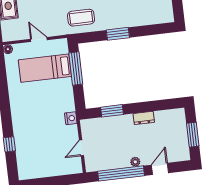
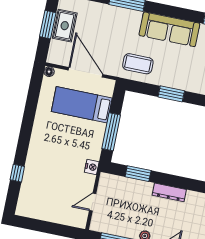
door: (39, 40) -> (85, 72), width x1.88
window: (76, 69) -> (111, 132), moved
dresser: (144, 118) -> (169, 192), width x1.44

